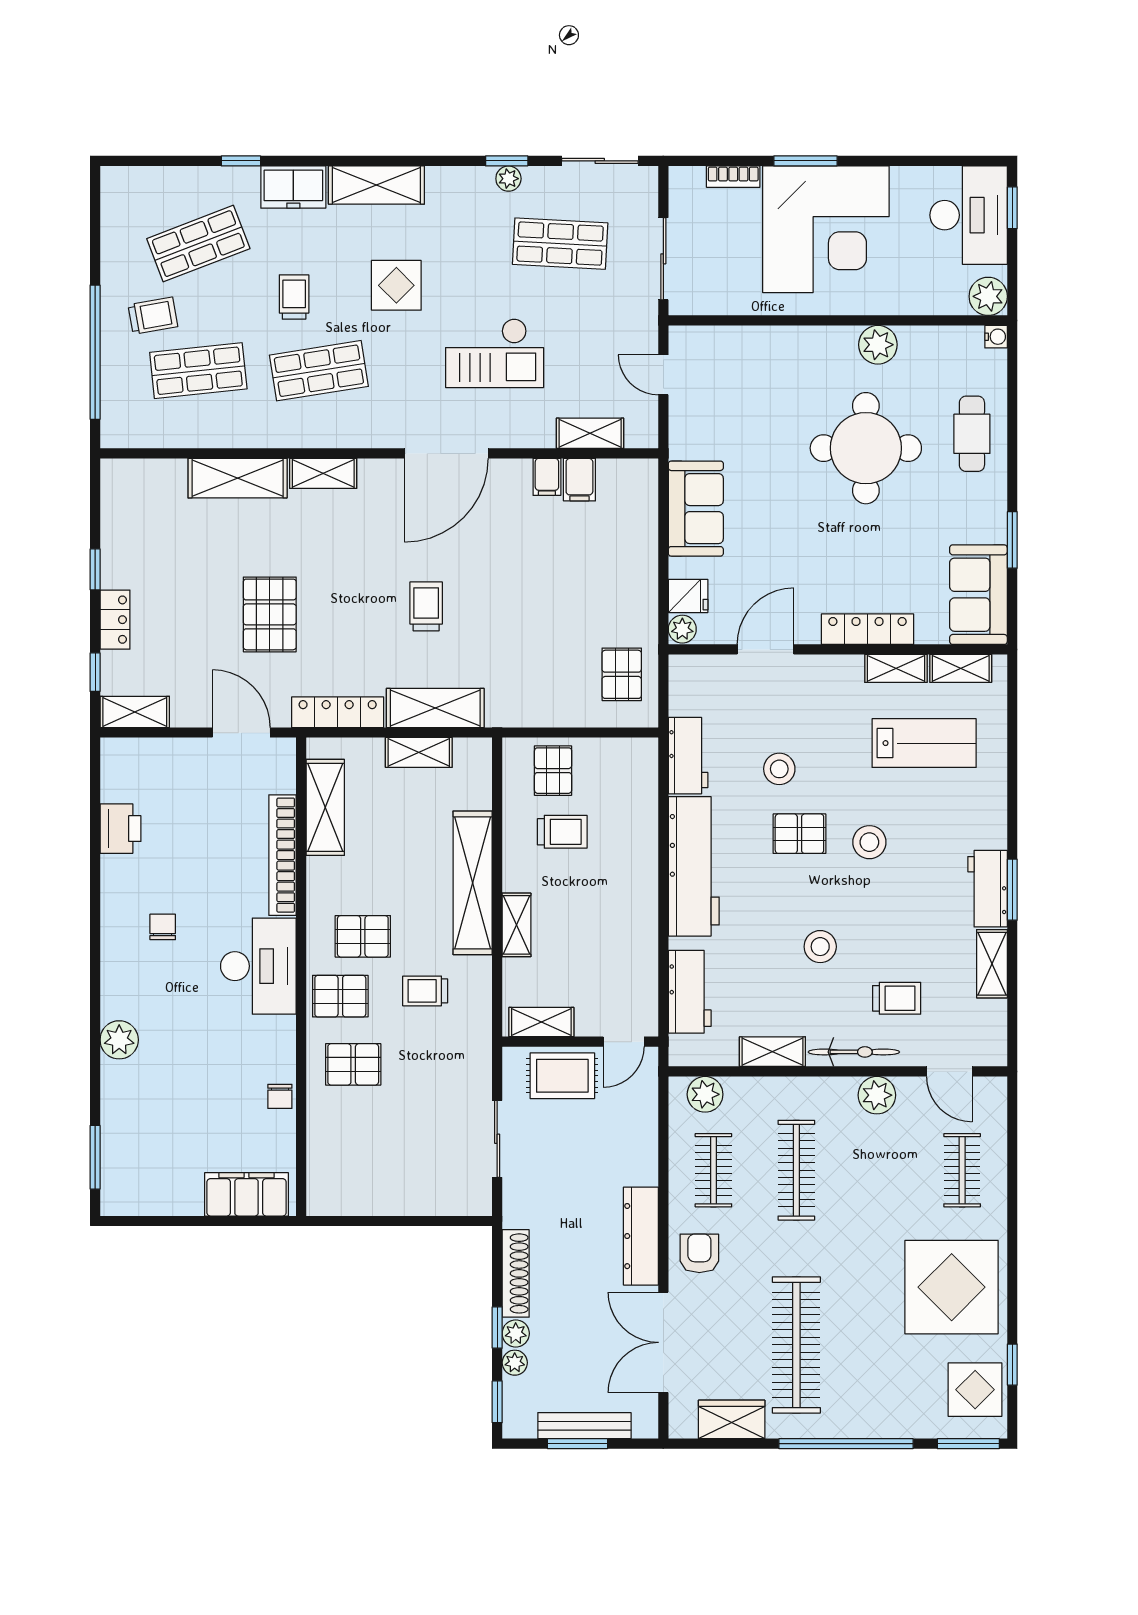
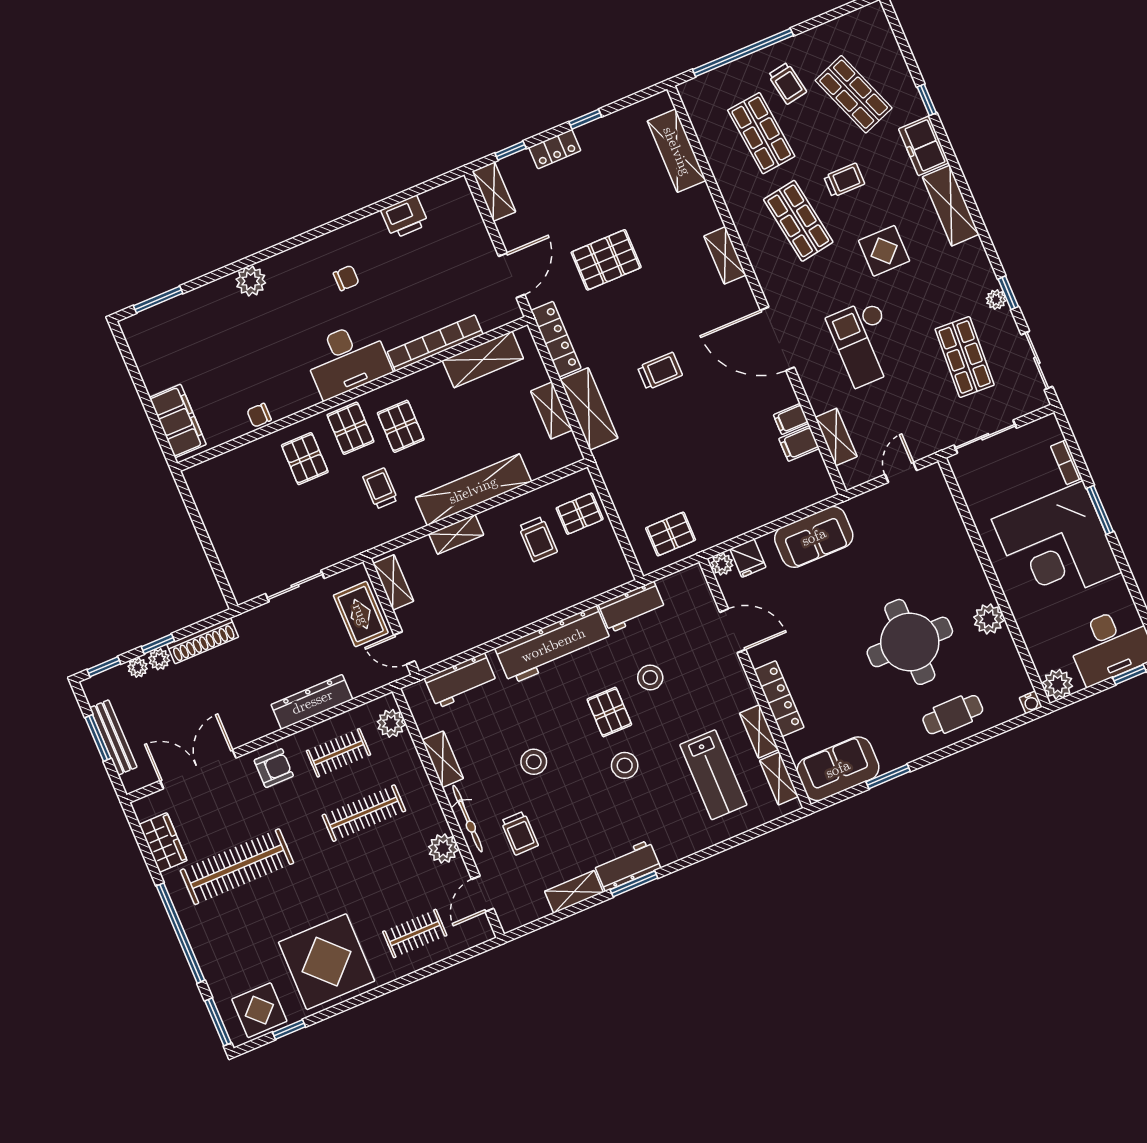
shelving: (238, 478) -> (677, 151), moved
dresser: (641, 1236) -> (312, 702), moved

